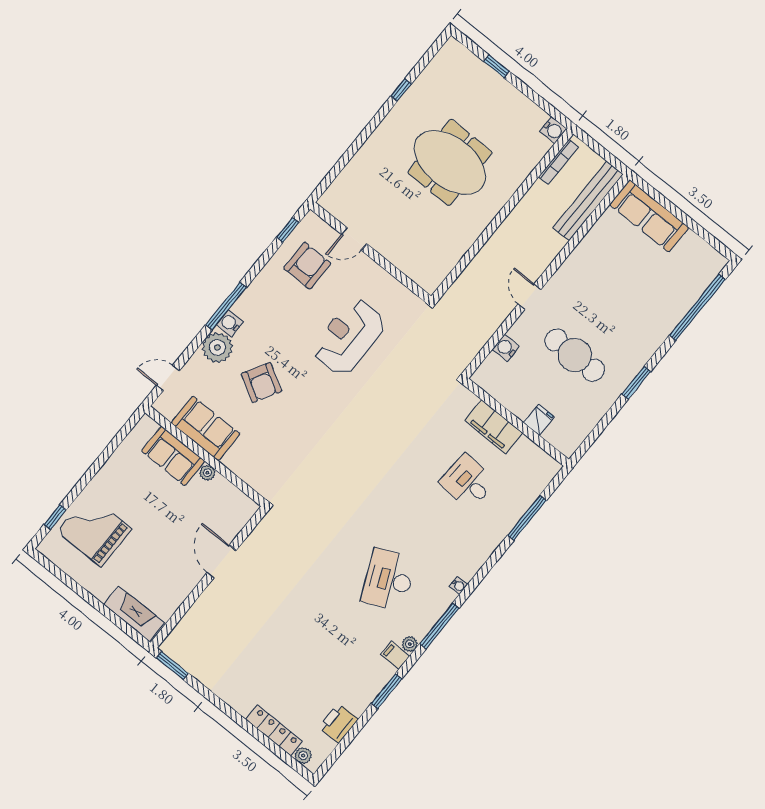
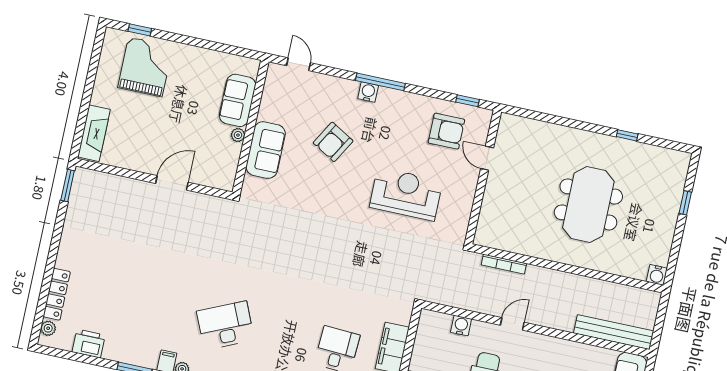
bookcase: (558, 162) -> (504, 264), moved
plant: (217, 347) -> (343, 92), removed
sofa: (205, 428) -> (266, 150), moved

